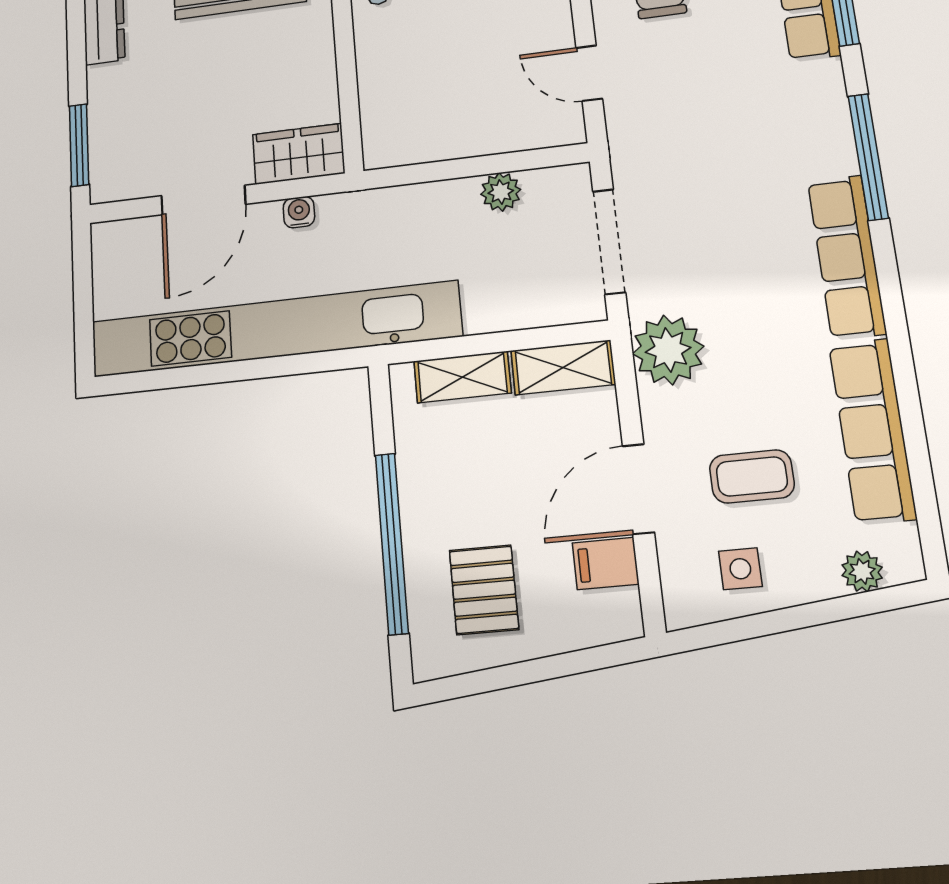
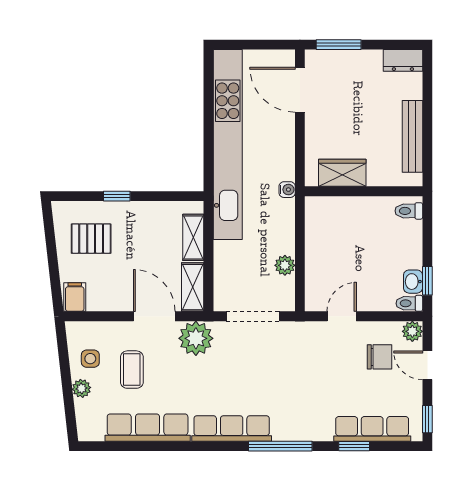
wardrobe: (299, 154) -> (342, 173), moved, turned -90
door: (203, 200) -> (300, 90), moved
water cooler: (299, 212) -> (287, 190), moved
door: (638, 489) -> (154, 316), moved
window: (392, 543) -> (117, 196), width x0.32
filing cabinet: (606, 563) -> (75, 297), moved
plant: (862, 571) -> (81, 388), moved

